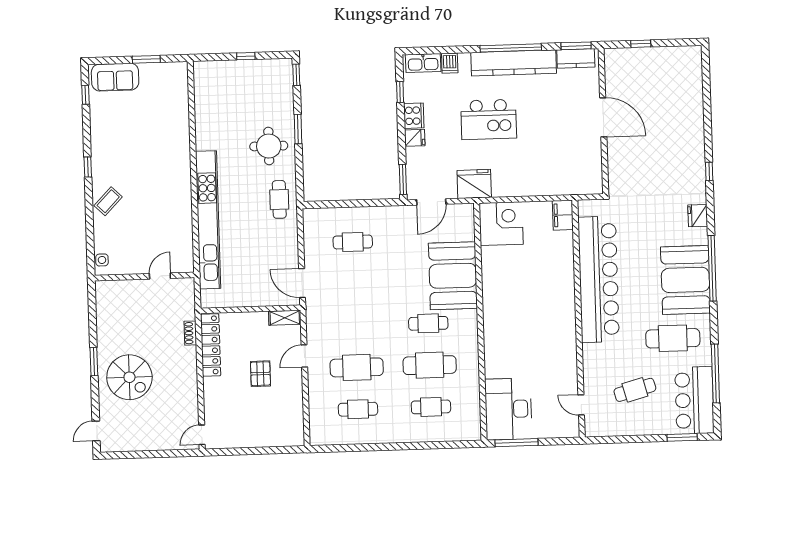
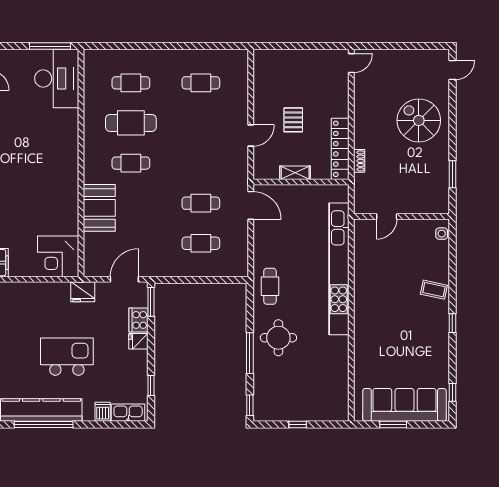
sofa: (115, 77) -> (404, 405), width x1.85, depth x1.27
cooker: (414, 116) -> (138, 320), moved
window: (298, 129) -> (250, 353), width x1.44
fridge: (474, 184) -> (83, 292), width x0.73, depth x0.75
coffee table: (108, 201) -> (434, 290), turned 58
booth: (453, 276) -> (99, 208), width x0.73, depth x0.70
shelving: (285, 318) -> (295, 173), moved
window: (94, 362) -> (452, 174), moved
cafe table: (357, 367) -> (201, 203), moved, width x0.73, depth x0.74

